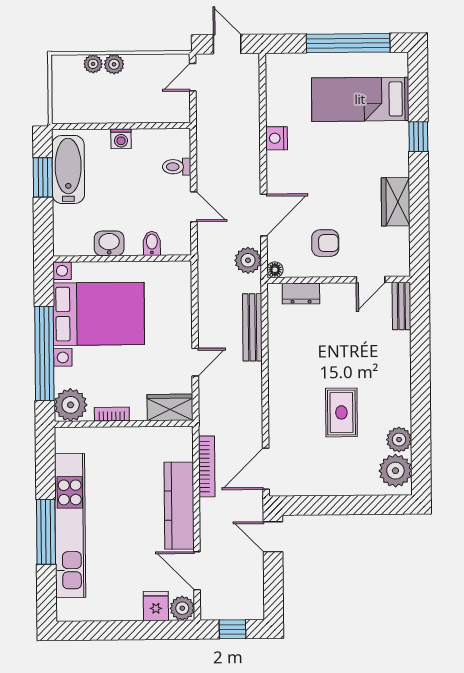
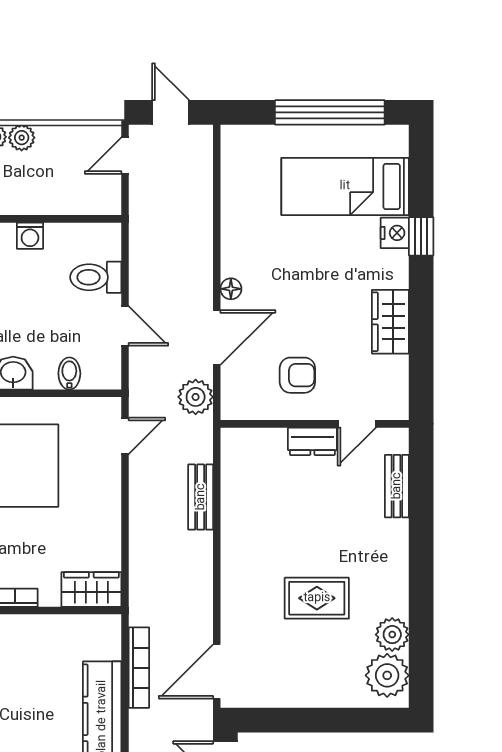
nightstand: (276, 138) -> (395, 233), moved, turned 180
toilet: (177, 167) -> (96, 277), width x1.37, depth x1.39
floor lamp: (275, 270) -> (231, 289), moved
dresser: (301, 294) -> (312, 441), moved
bench: (401, 306) -> (397, 486), moved
bench: (252, 327) -> (201, 497), width x0.73
door: (195, 362) -> (125, 436), moved
rug: (341, 412) -> (317, 598), turned 90

